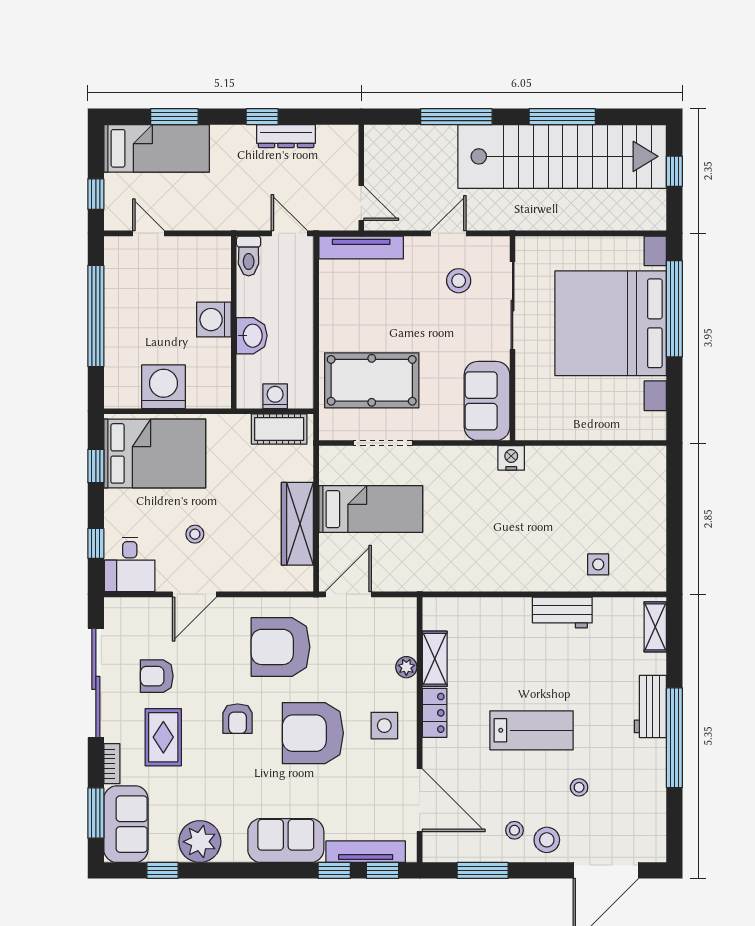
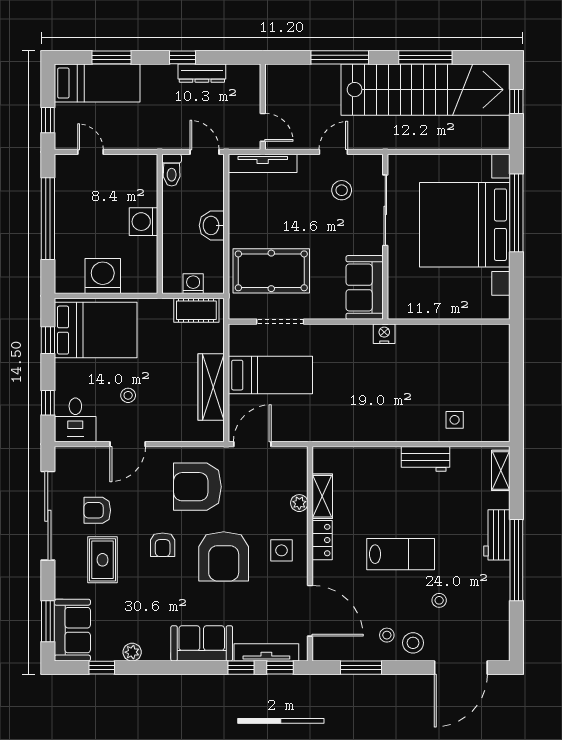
washbasin: (252, 336) -> (212, 225), moved, turned 180
armchair: (313, 733) -> (224, 556), turned -90
bookcase: (112, 764) -> (61, 581), removed
plant: (200, 842) -> (132, 652), width x0.53, depth x0.53

